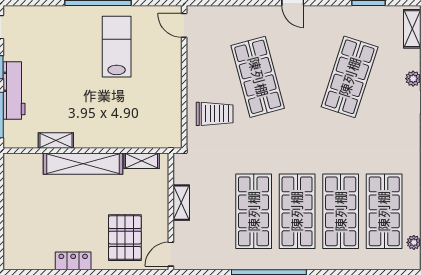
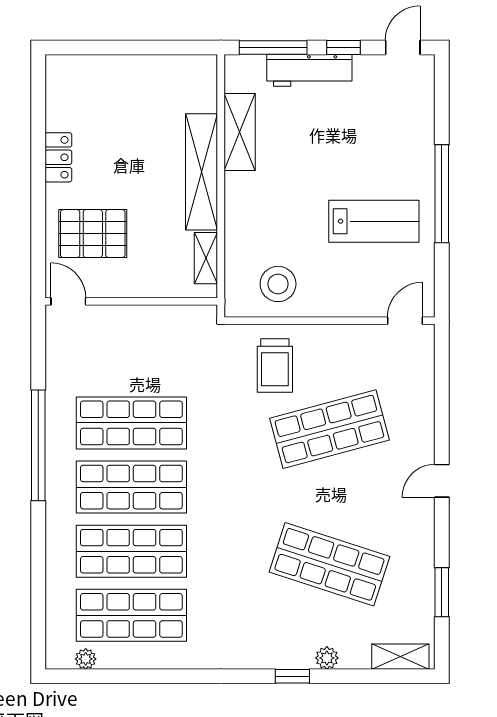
stool: (159, 112) -> (278, 284), added
shelving: (56, 140) -> (240, 132), width x1.50, depth x1.33
shelving: (181, 203) -> (144, 316), removed

